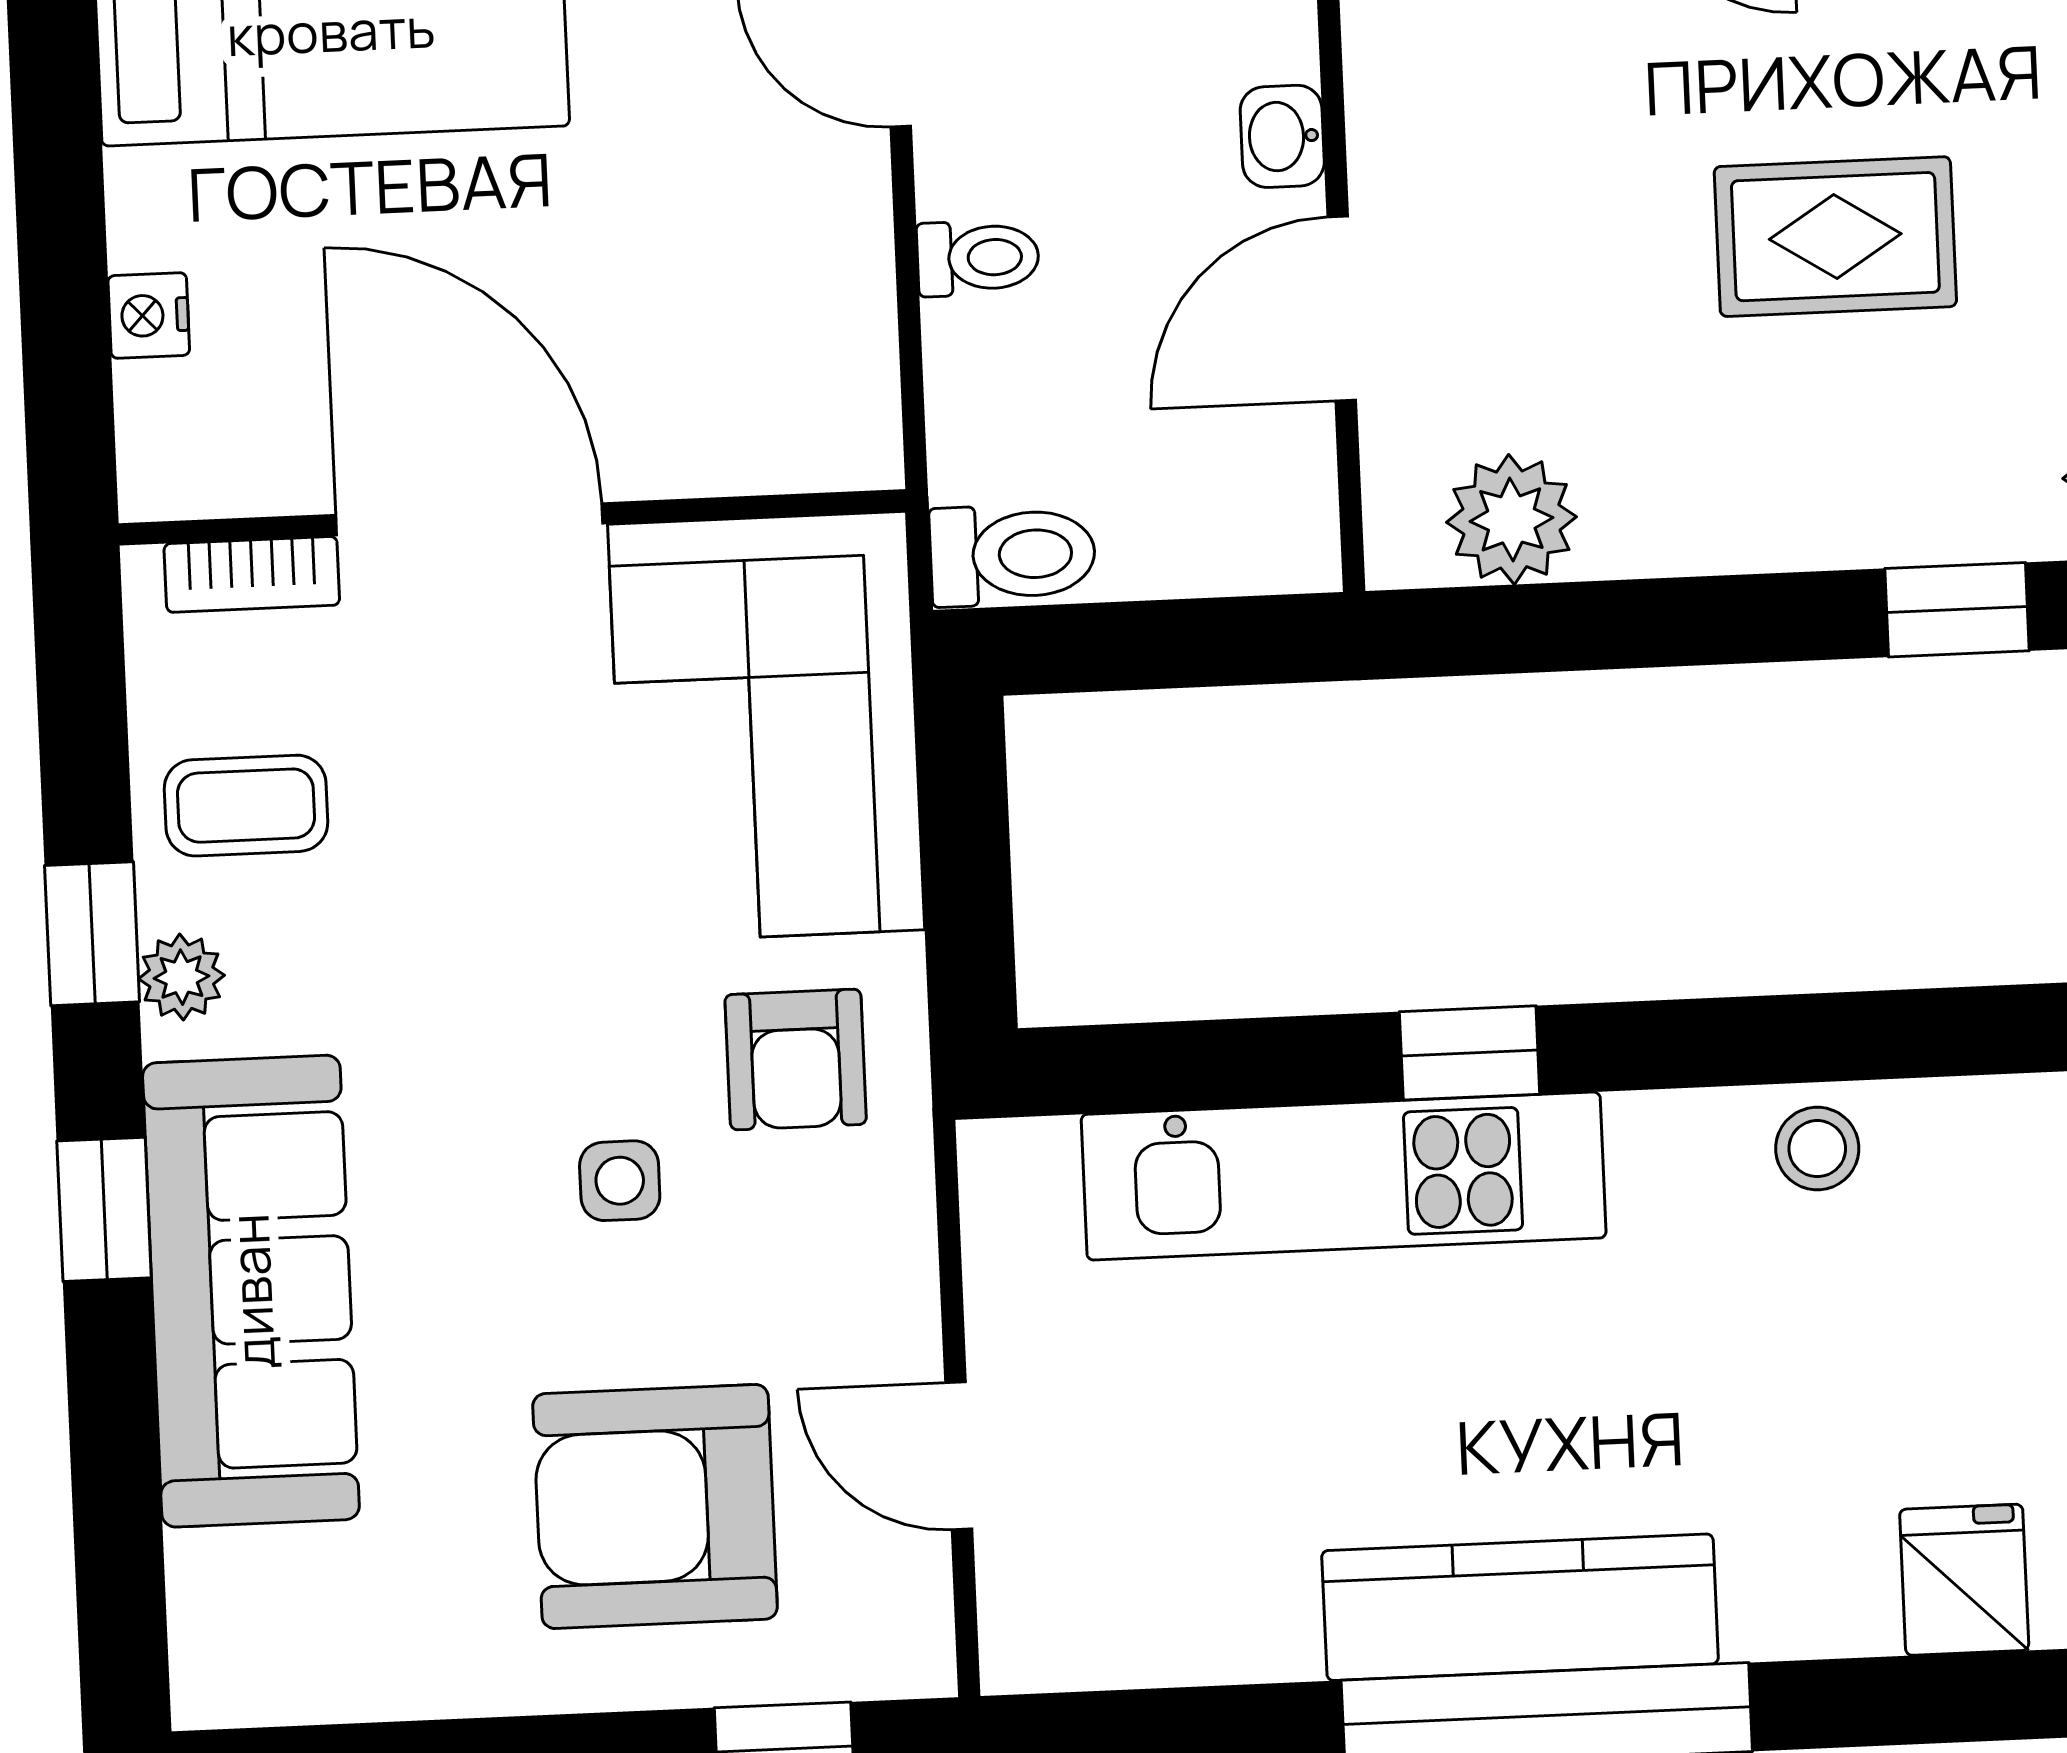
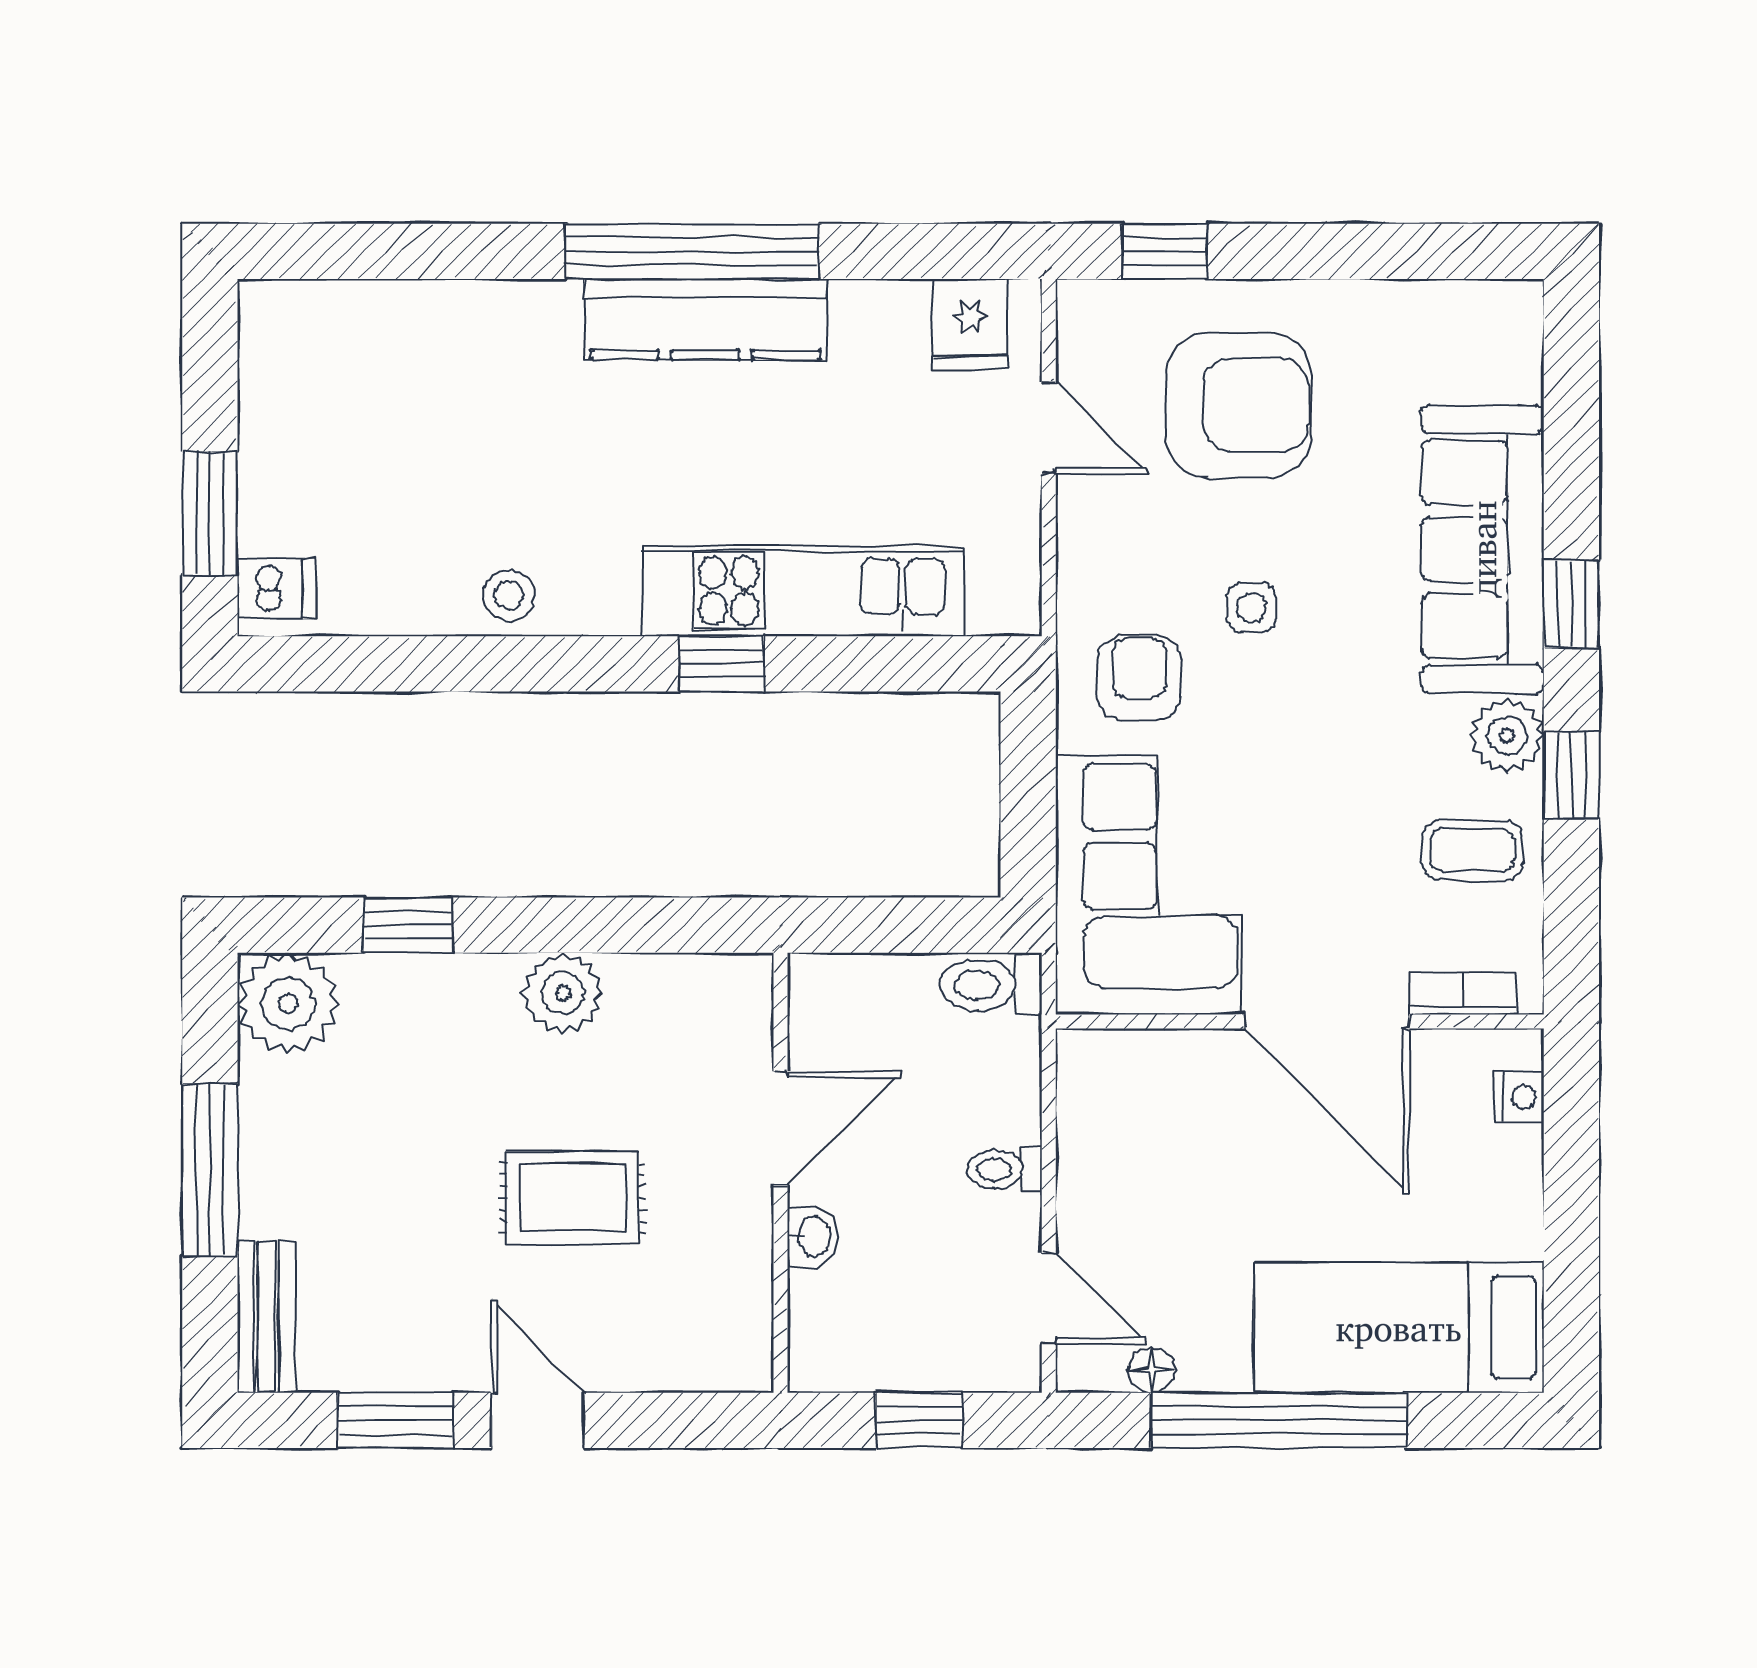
rug: (1835, 237) -> (572, 1198), moved
nightstand: (149, 316) -> (1520, 1097), moved
plant: (1511, 519) -> (563, 993), moved
plant: (181, 977) -> (1507, 736), width x1.38, depth x1.38
fridge: (1964, 1580) -> (970, 324), moved

